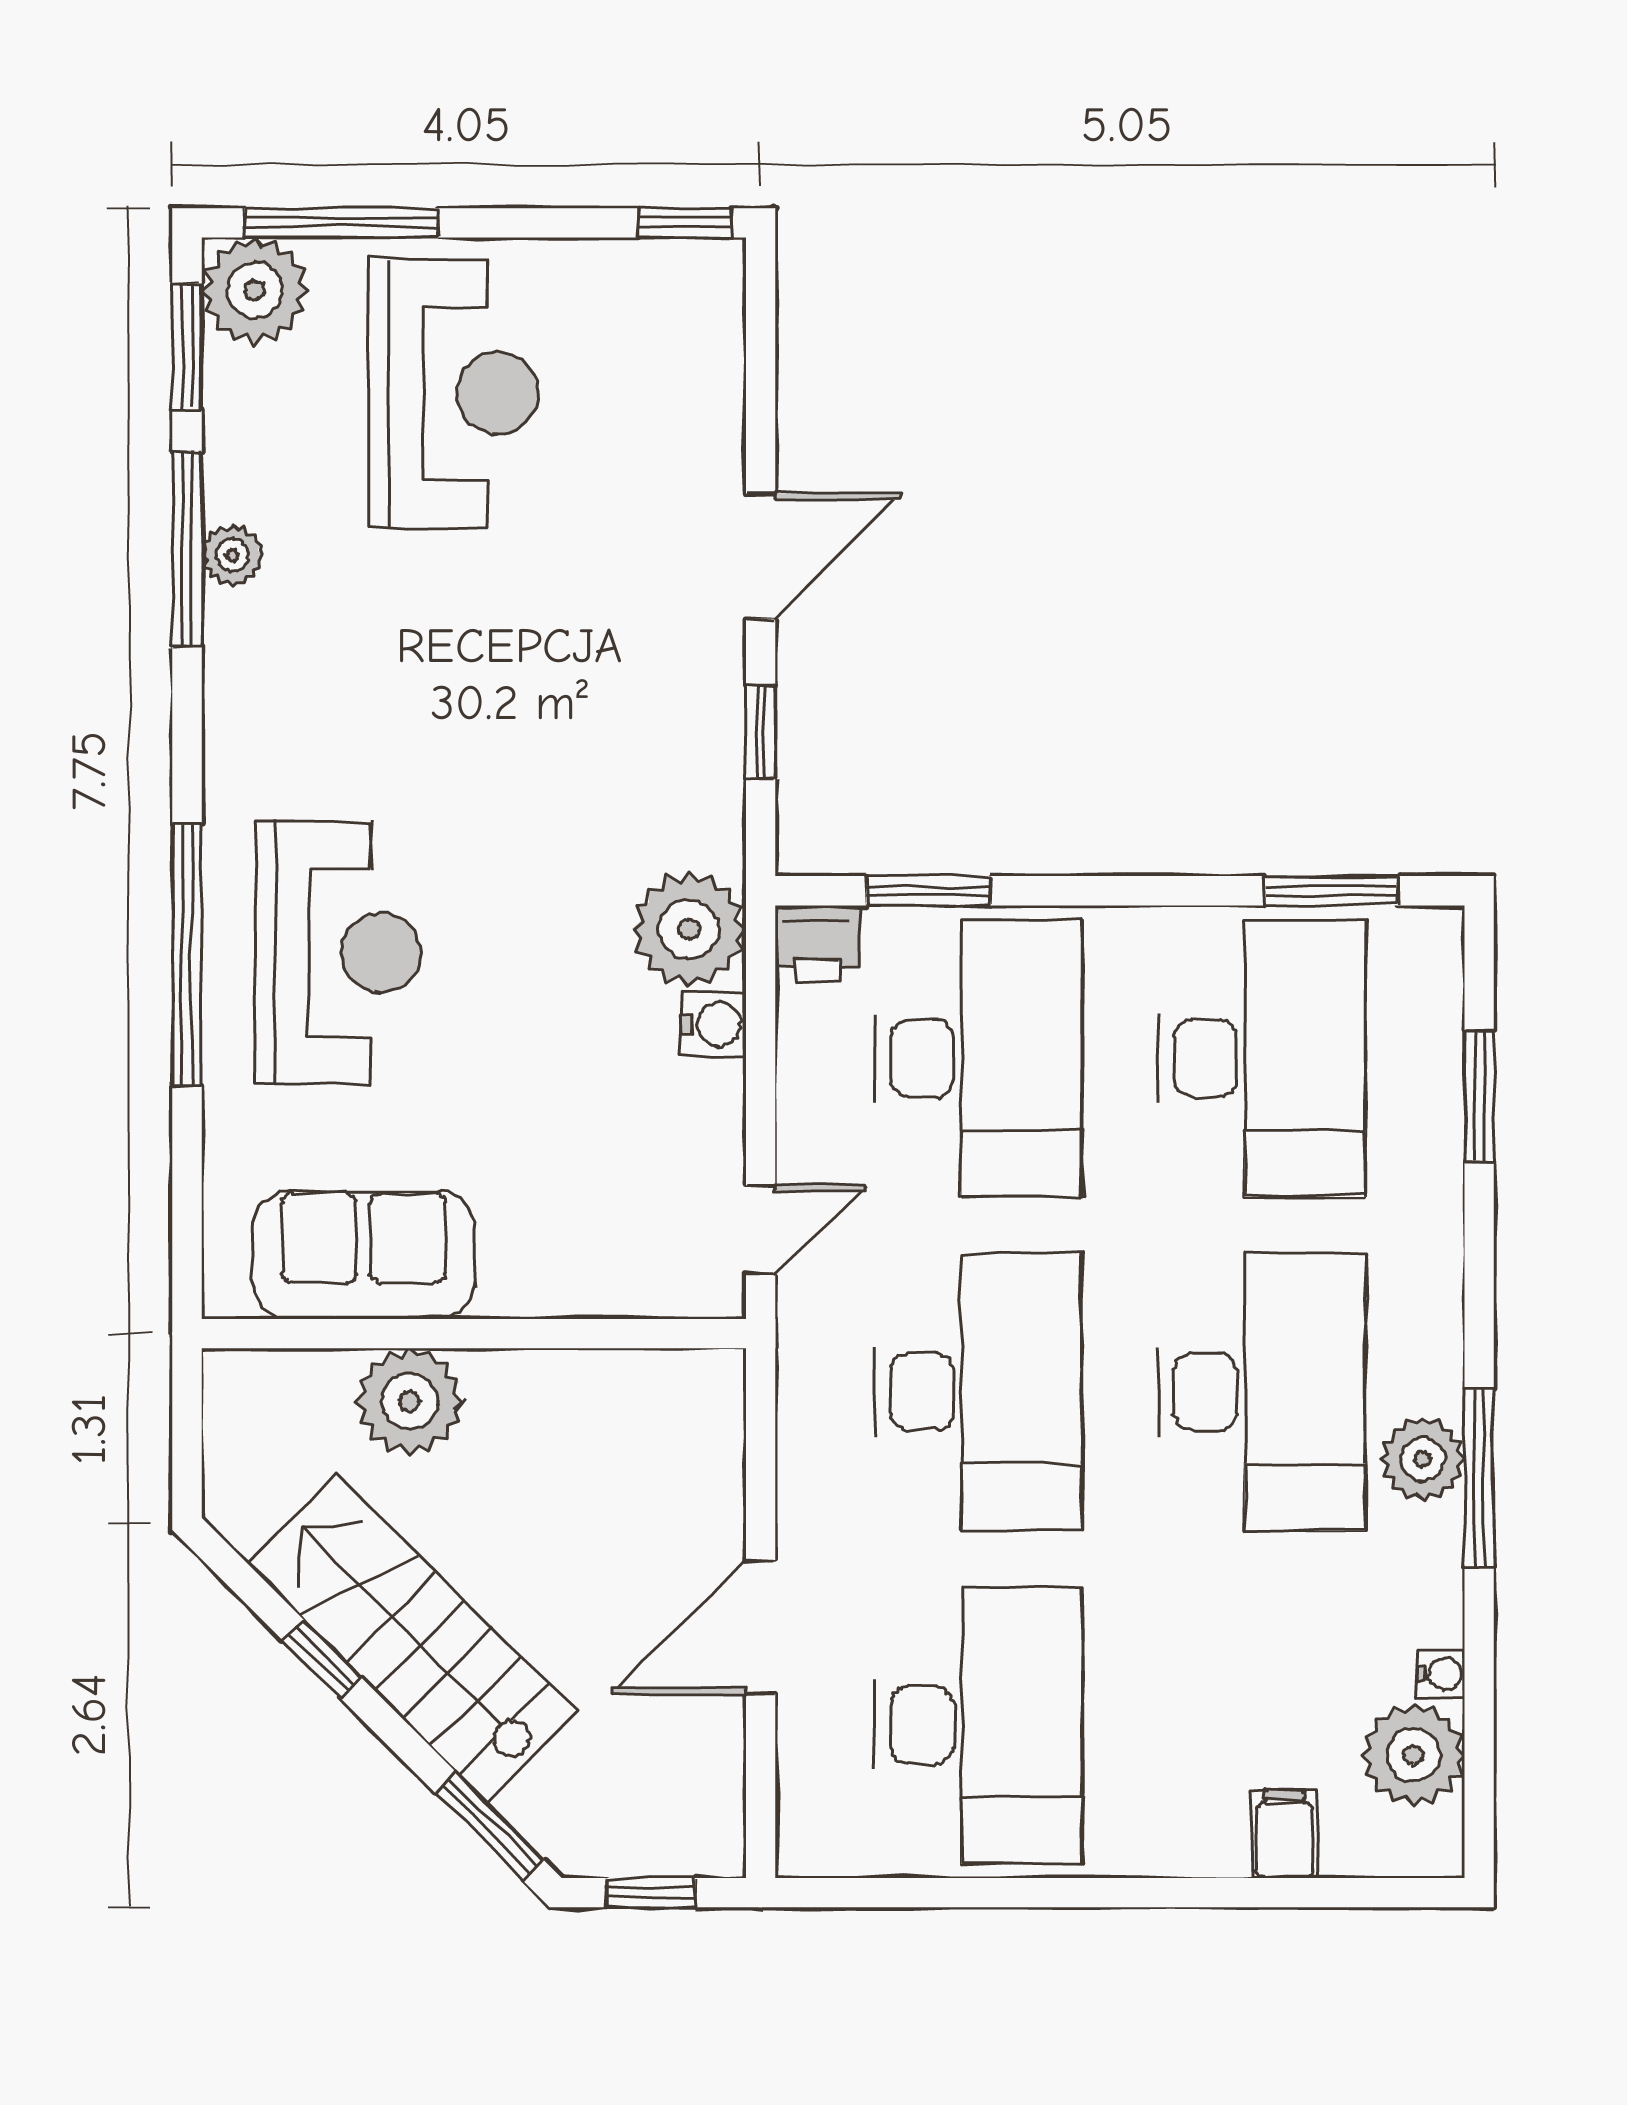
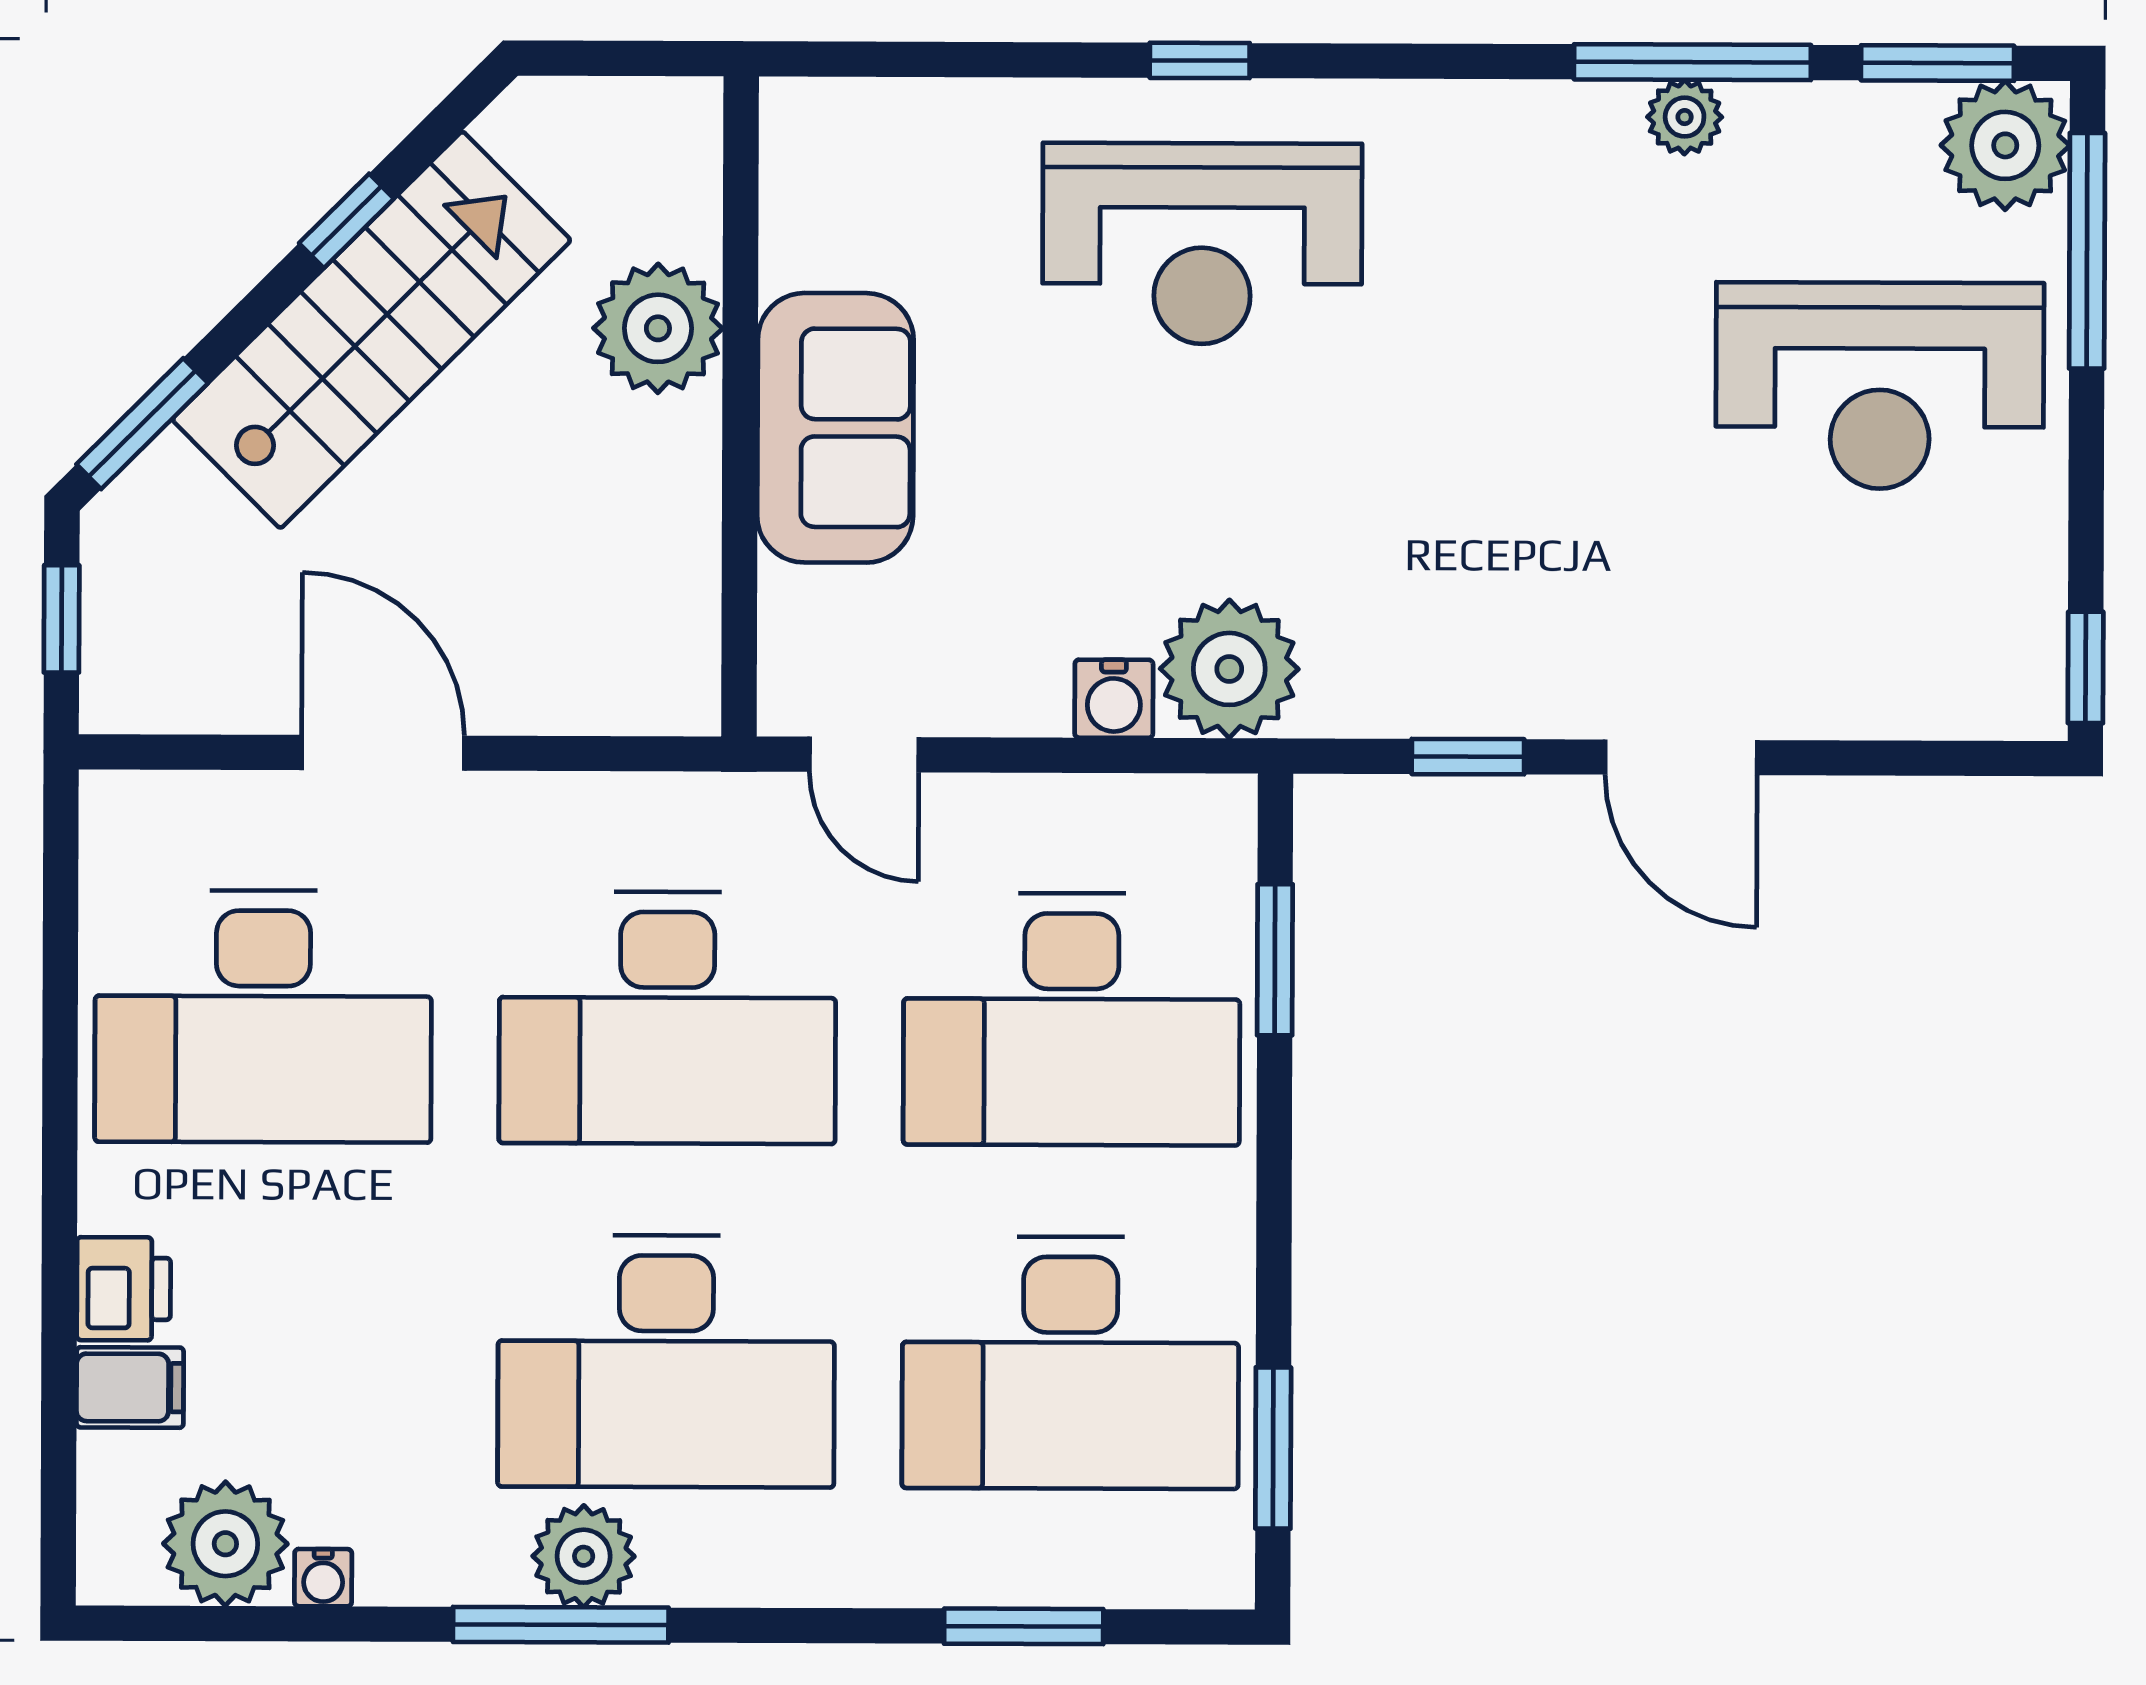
printer: (817, 944) -> (124, 1289), moved, turned 180
window: (187, 955) -> (1200, 60), width x0.32
sofa: (364, 1255) -> (835, 428), moved

